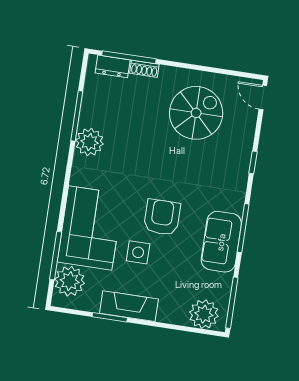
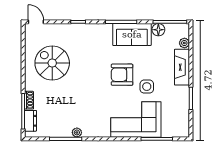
door: (263, 98) -> (36, 22), swing flipped
plant: (89, 142) -> (77, 132), width x0.53, depth x0.53
plant: (70, 281) -> (172, 127), removed
floor lamp: (222, 283) -> (158, 30), added
fireplace: (129, 306) -> (182, 67), moved
plant: (204, 314) -> (184, 43), width x0.53, depth x0.53

